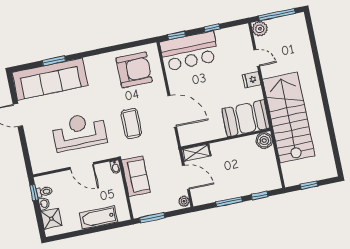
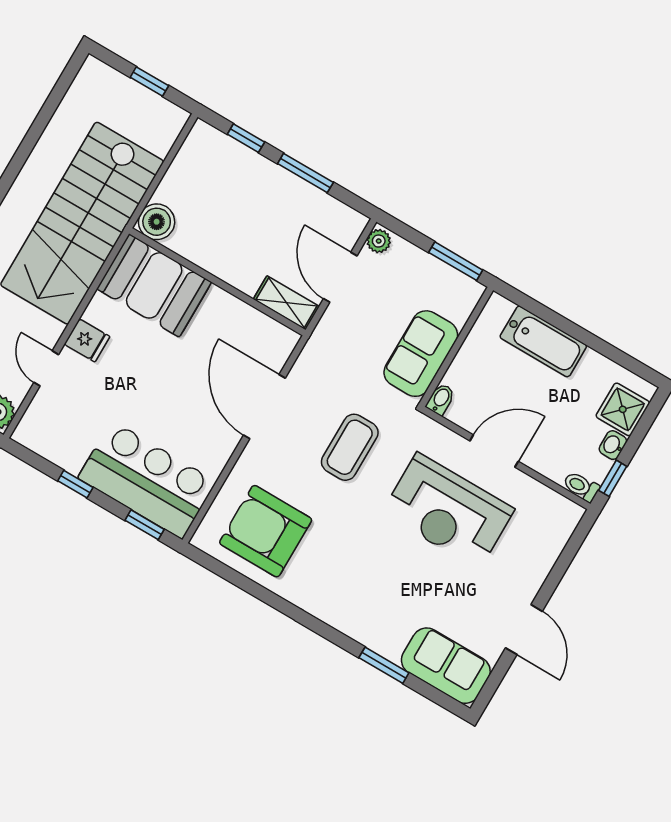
sofa: (50, 79) -> (446, 666), width x0.54, depth x0.79
door: (82, 166) -> (494, 451), hinge flipped
toilet: (44, 192) -> (581, 487), moved

